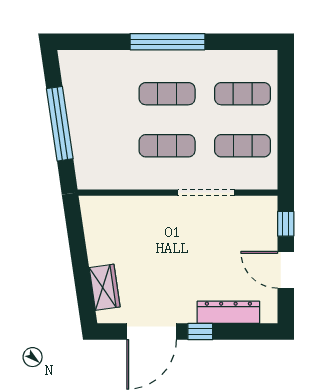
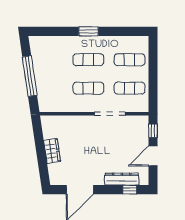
window: (167, 42) -> (89, 31), width x0.47
door: (286, 270) -> (153, 156), hinge flipped
wardrobe: (105, 287) -> (52, 151), moved
window: (200, 332) -> (130, 190), moved

